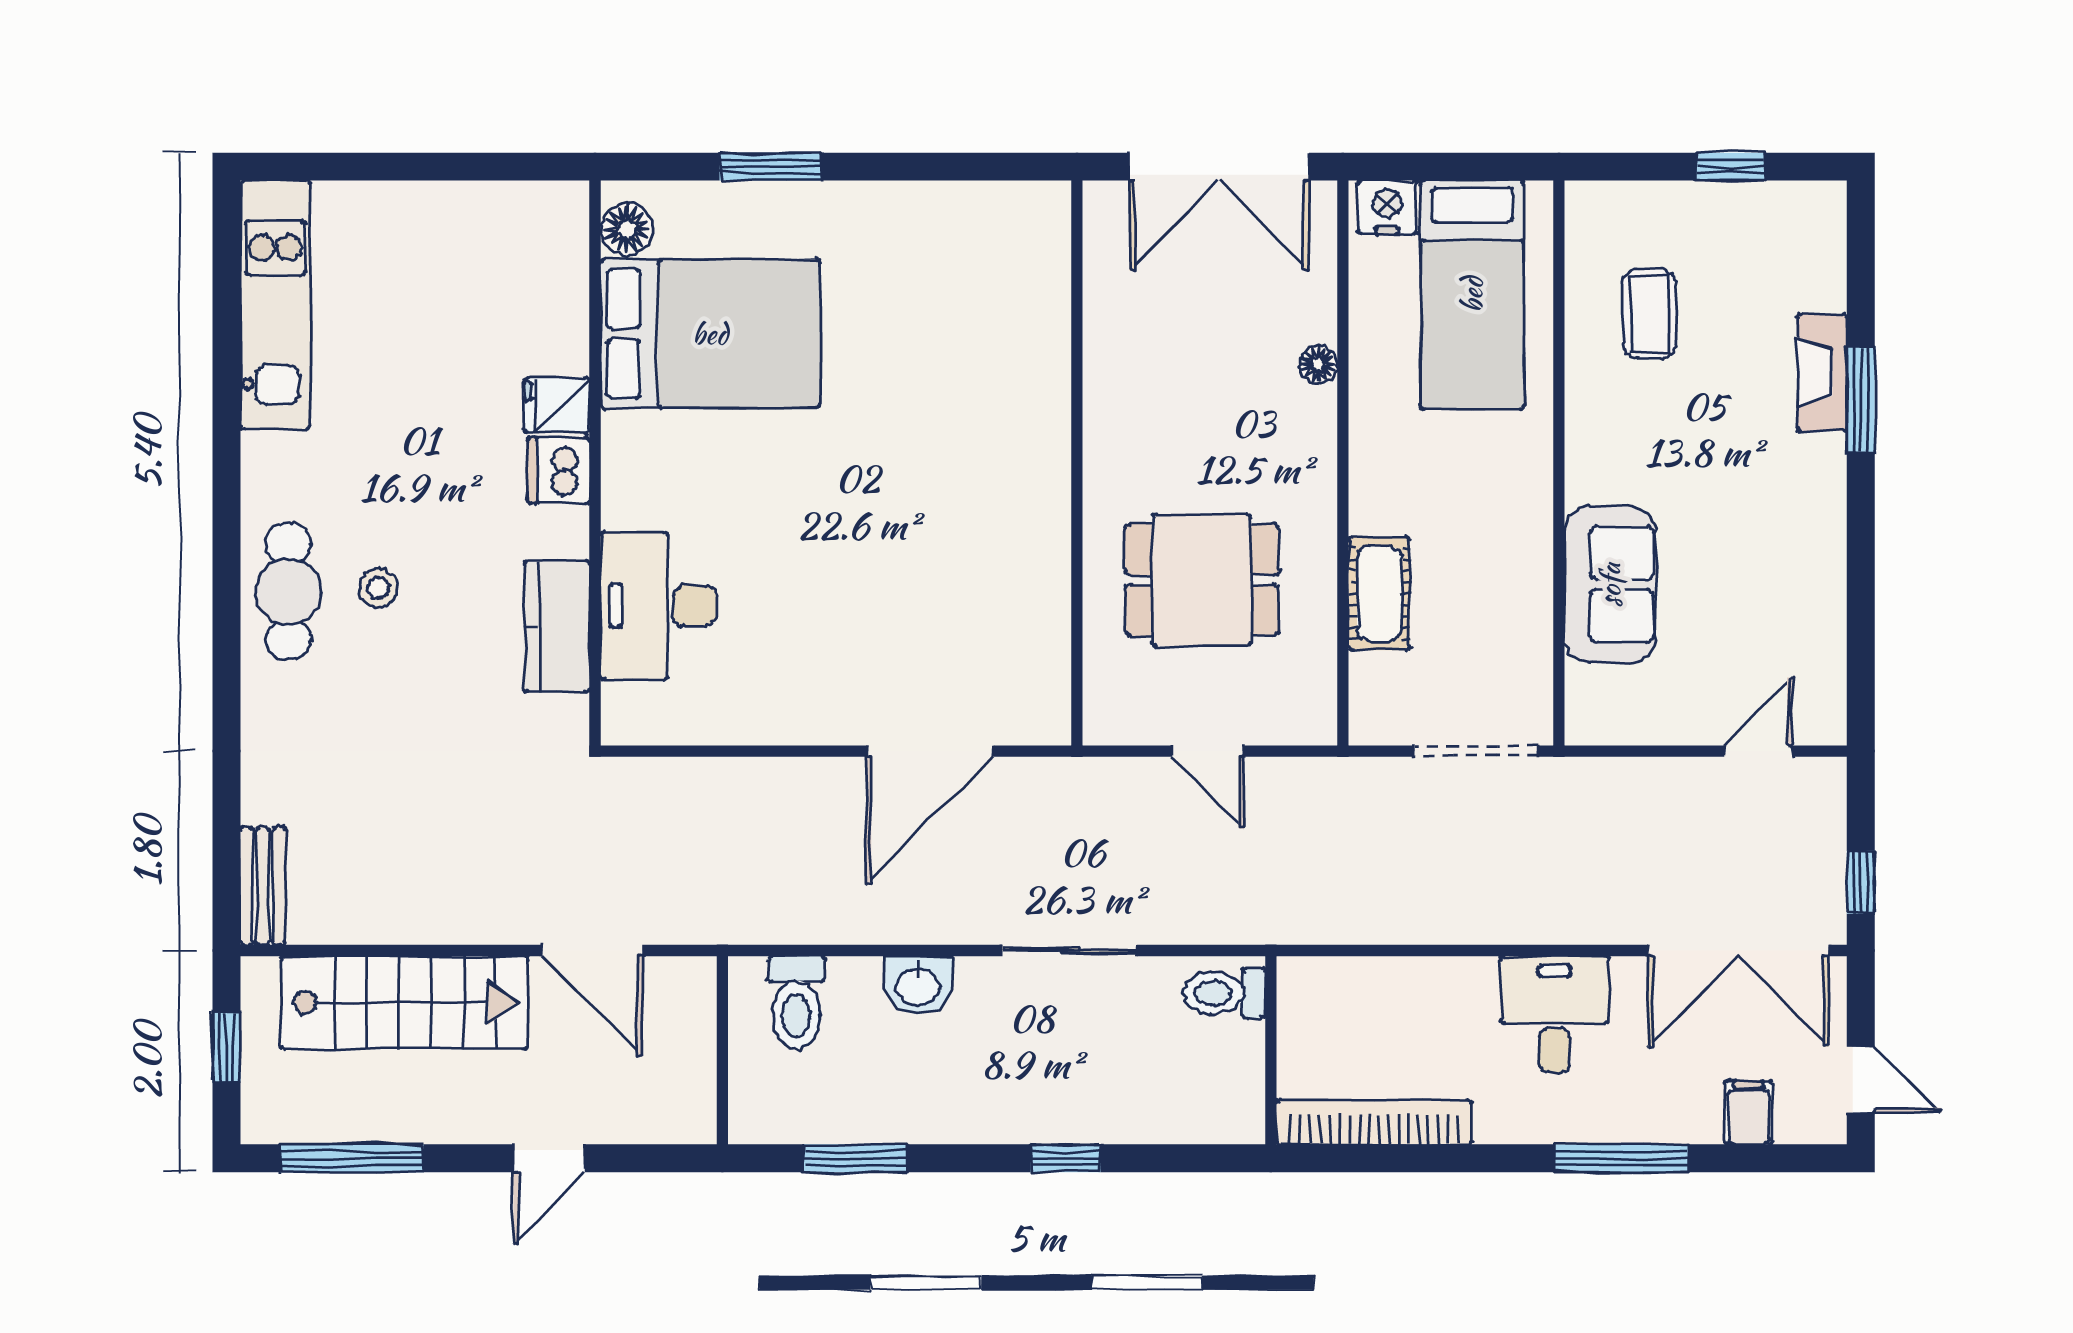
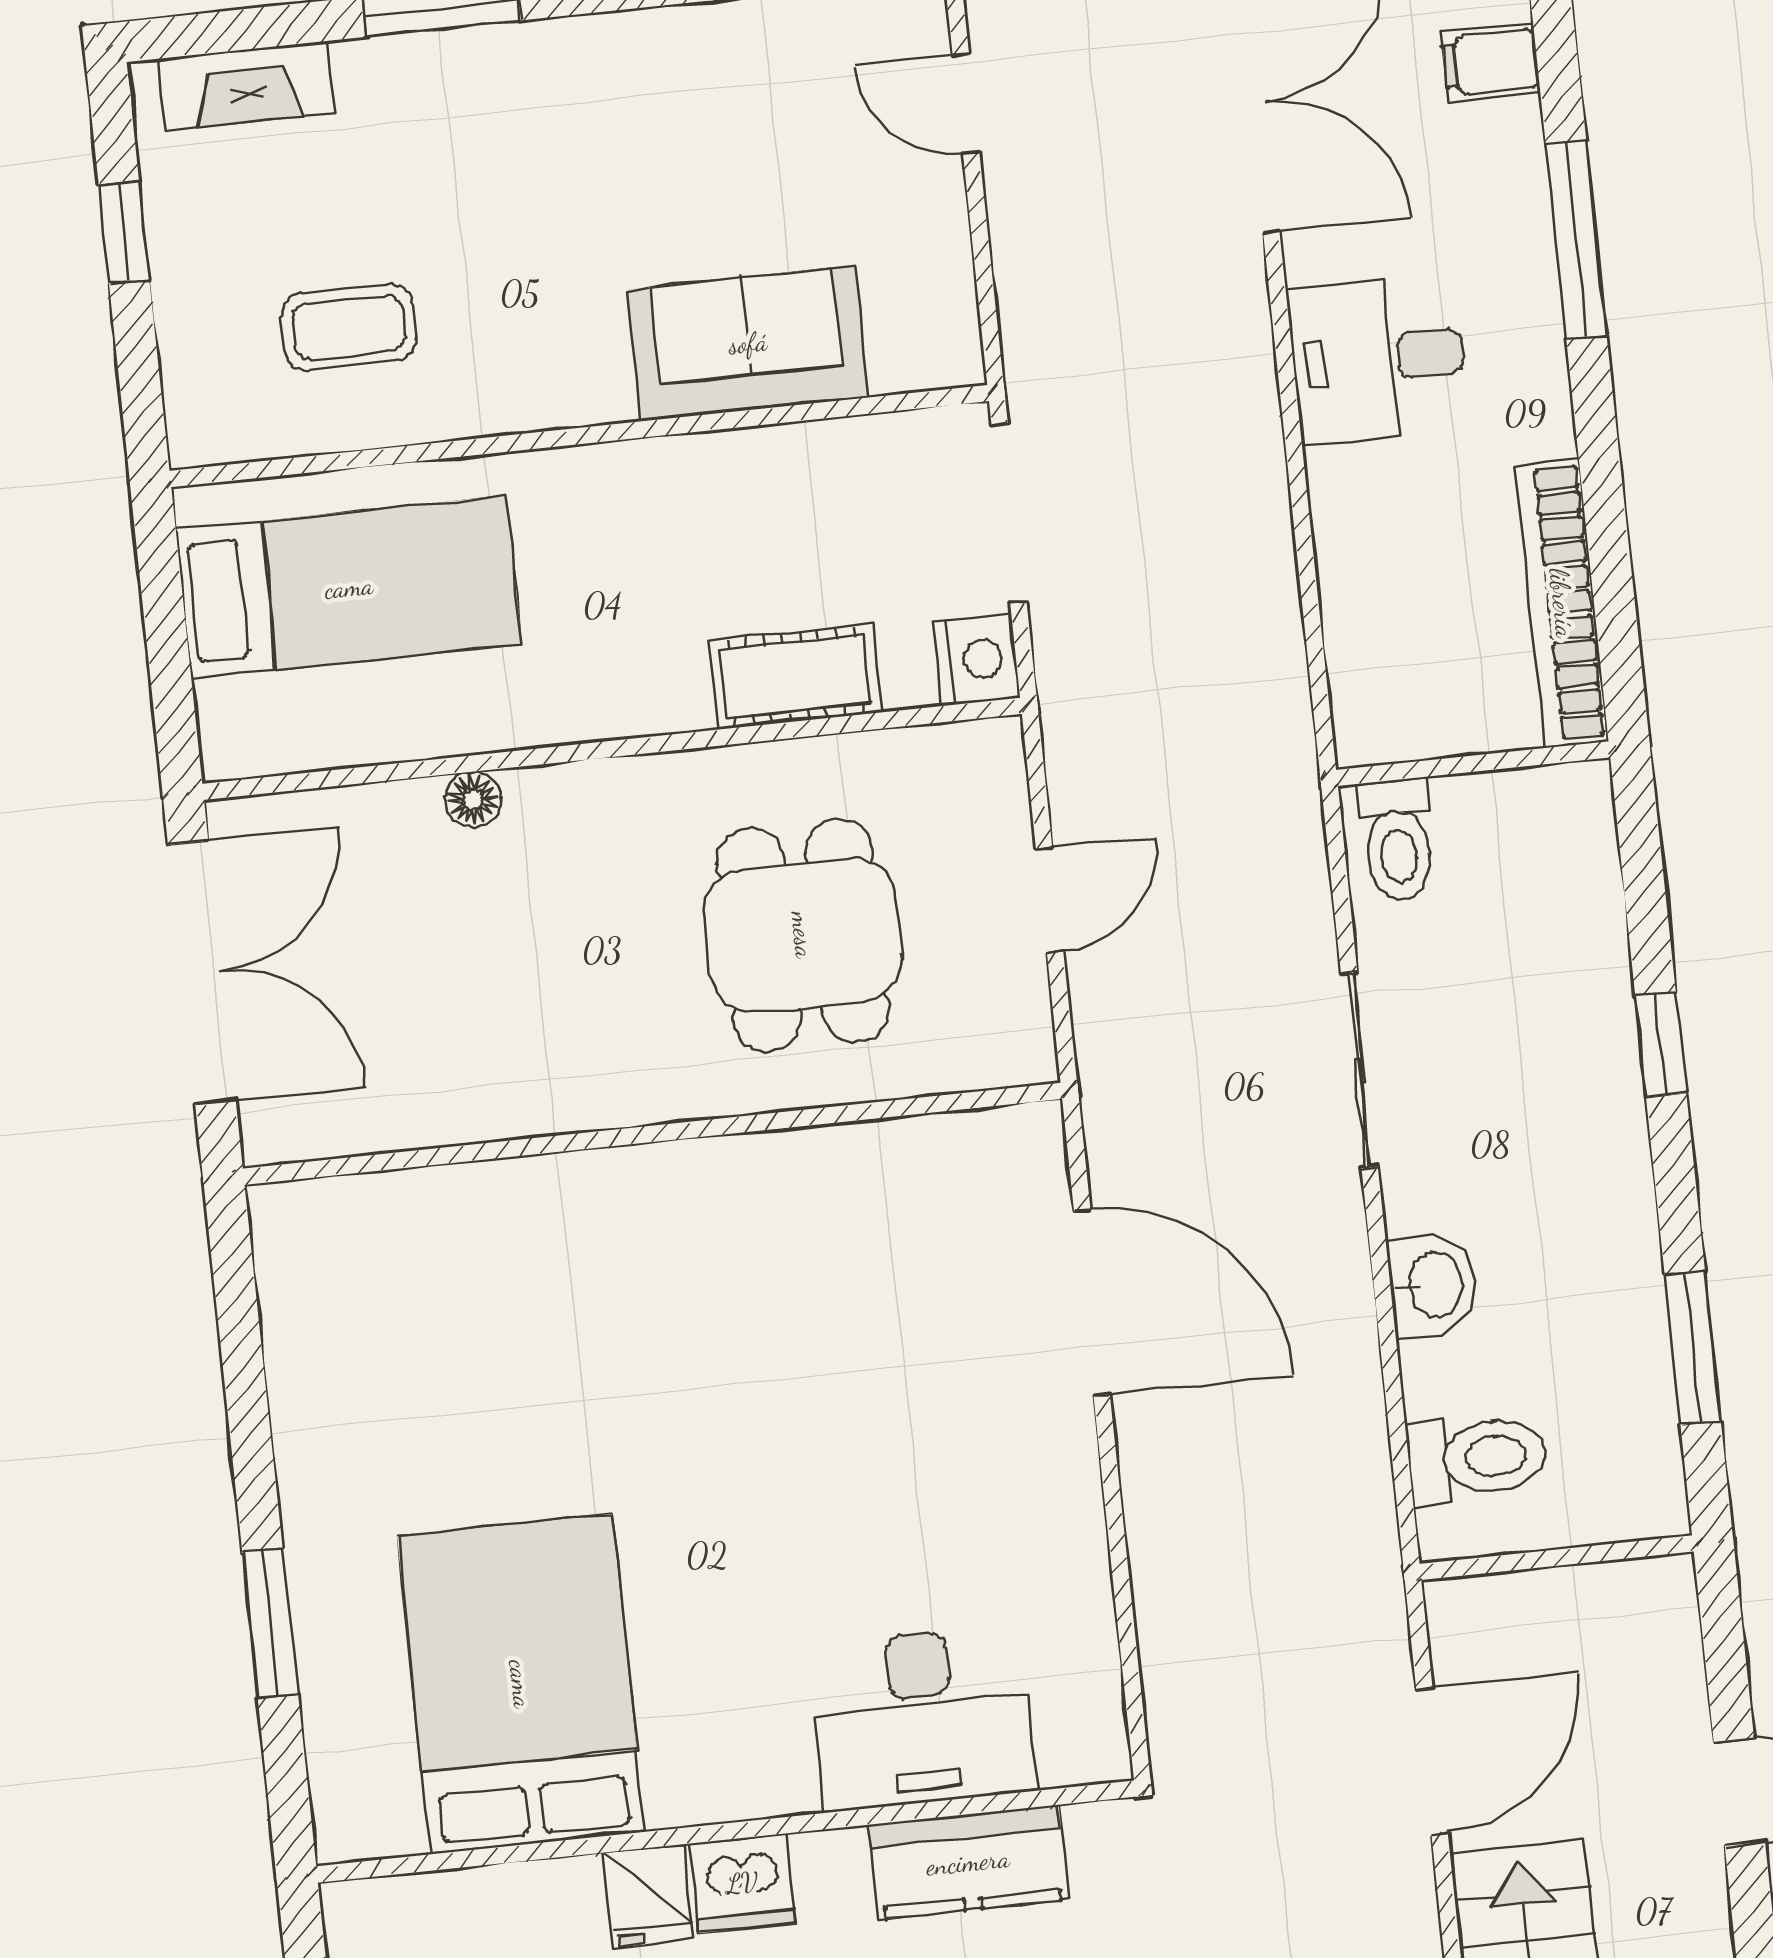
nightstand: (1387, 207) -> (977, 659), moved, turned 180
floor lamp: (627, 229) -> (382, 1821), removed
fireplace: (1822, 372) -> (247, 86), moved

